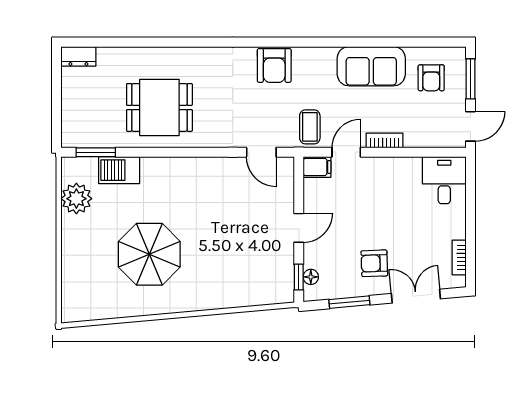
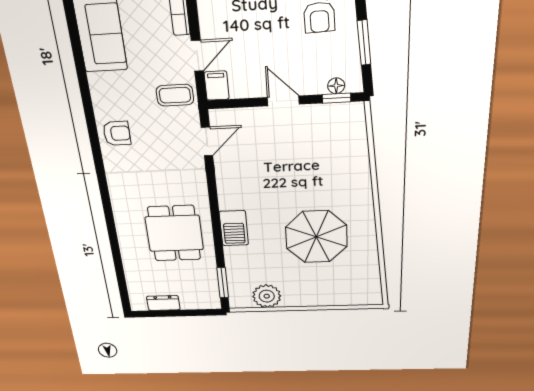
dresser: (78, 56) -> (163, 303), moved, turned -90
armchair: (274, 65) -> (117, 133), width x0.72, depth x0.72
door: (346, 152) -> (197, 56), swing flipped
barbecue: (119, 170) -> (234, 228), moved

